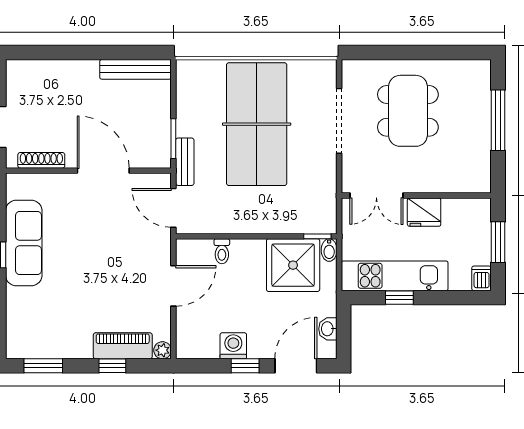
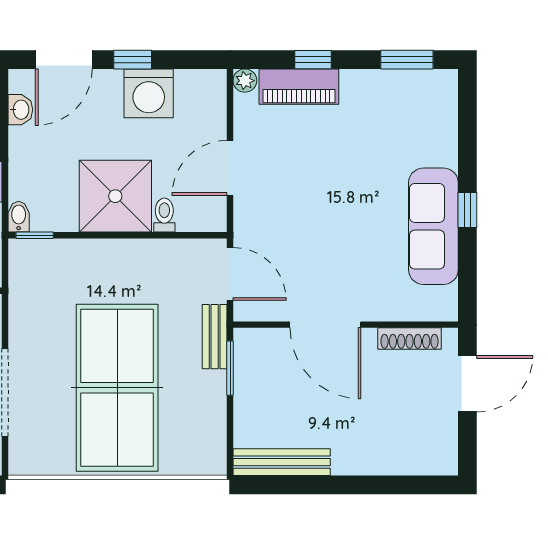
shower: (293, 265) -> (115, 196), moved
washing machine: (233, 346) -> (149, 93), width x1.37, depth x1.37

